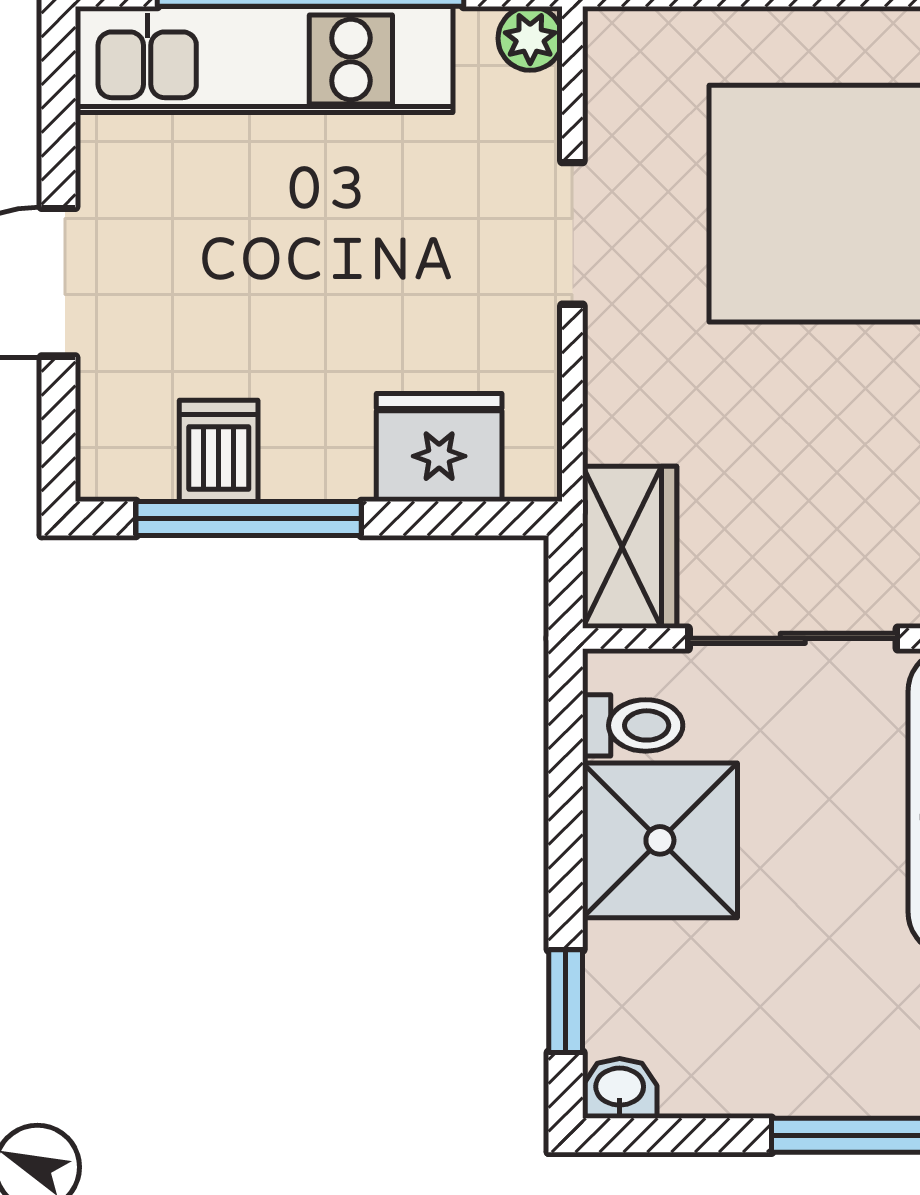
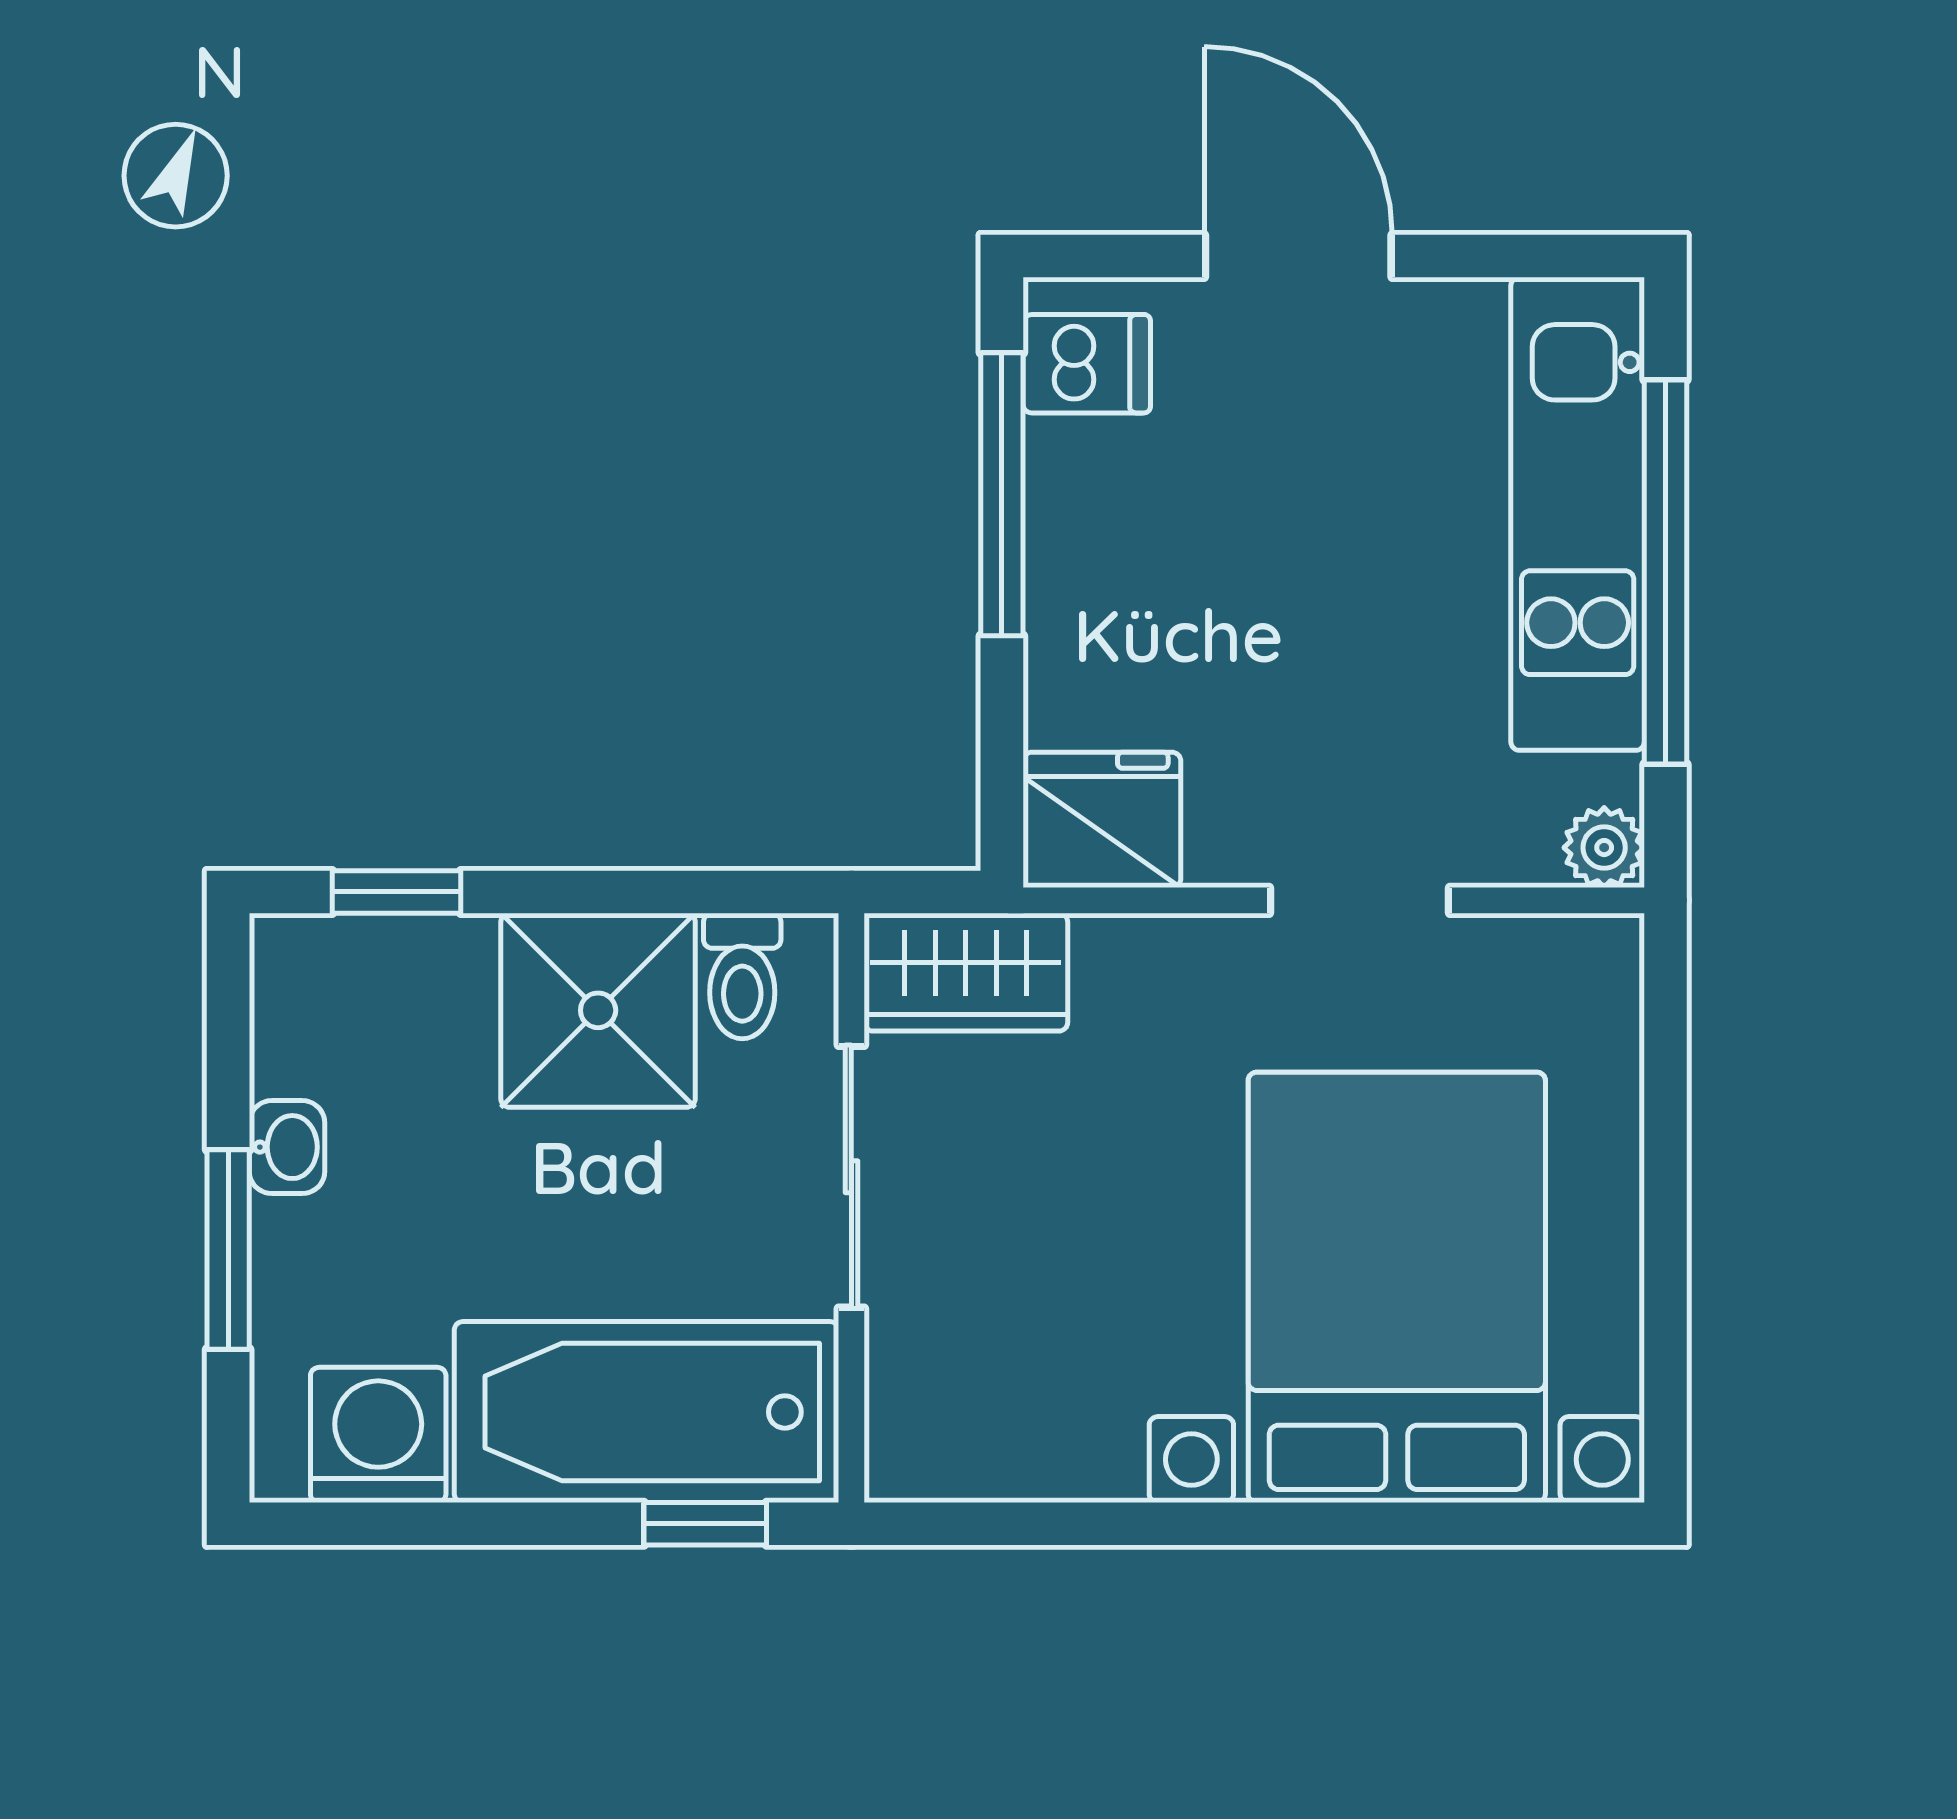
fridge: (439, 447) -> (1102, 820), moved, turned -90
dishwasher: (219, 451) -> (1087, 364), moved
washbasin: (620, 1088) -> (287, 1147), moved

